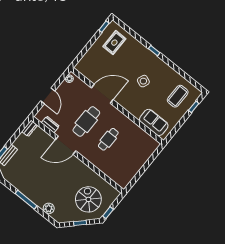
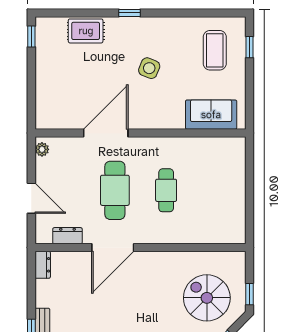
rug: (114, 43) -> (86, 31), moved, turned 90

